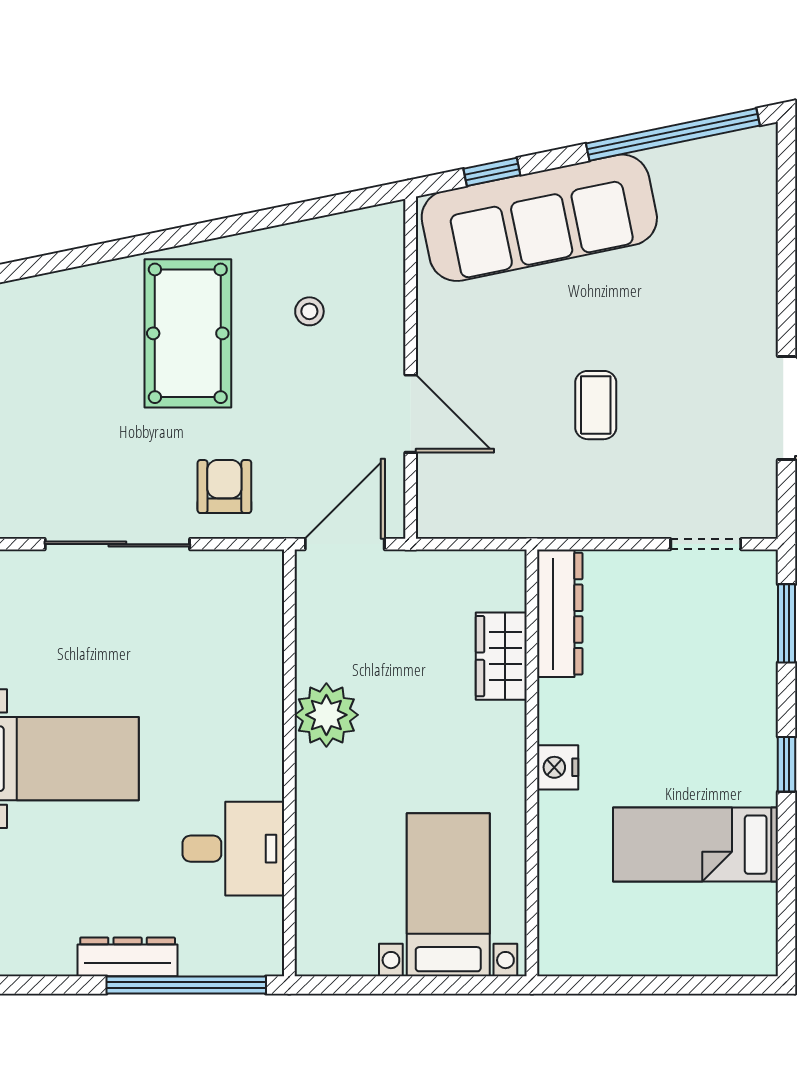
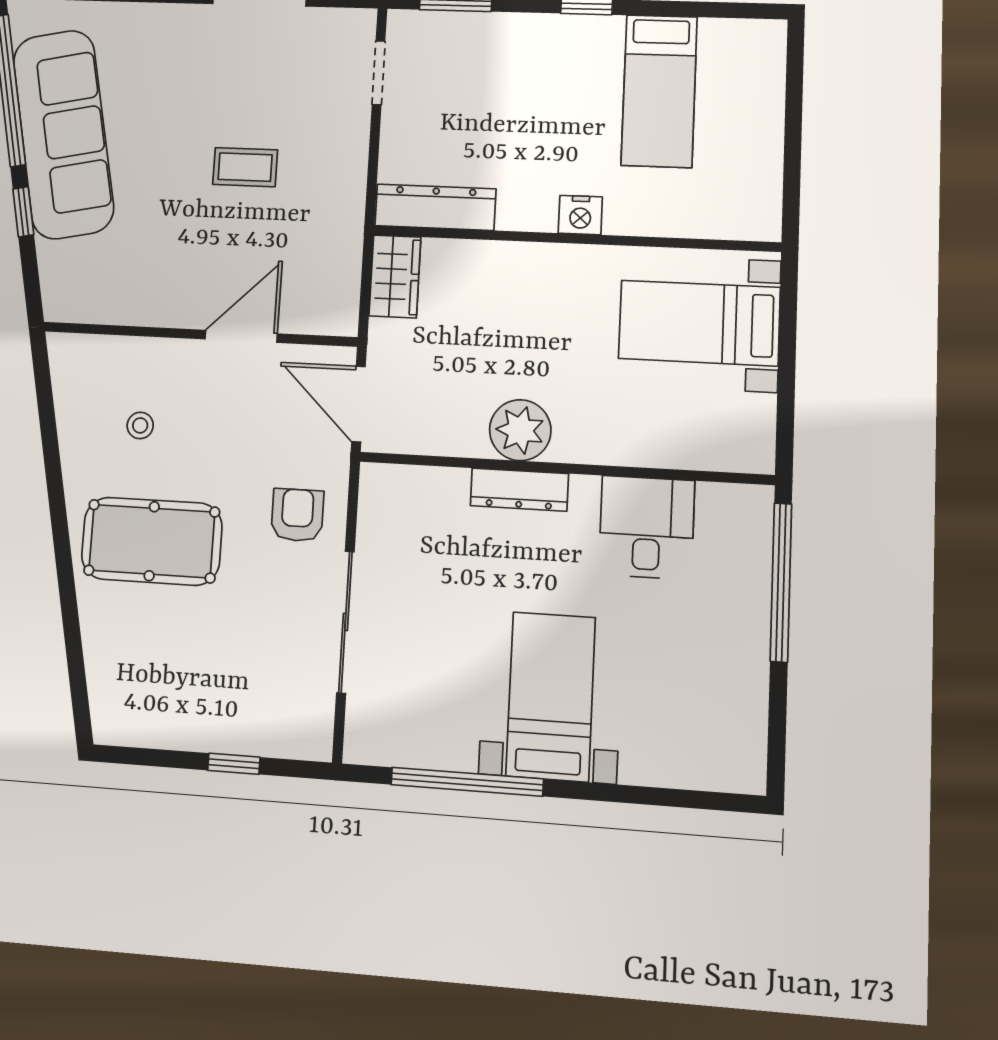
window: (492, 172) -> (23, 212), moved
sofa: (539, 218) -> (63, 134), moved
armchair: (224, 487) -> (297, 515), turned 90
wardrobe: (501, 656) -> (395, 276), moved, turned -90
dresser: (128, 957) -> (519, 490), moved, turned -90

